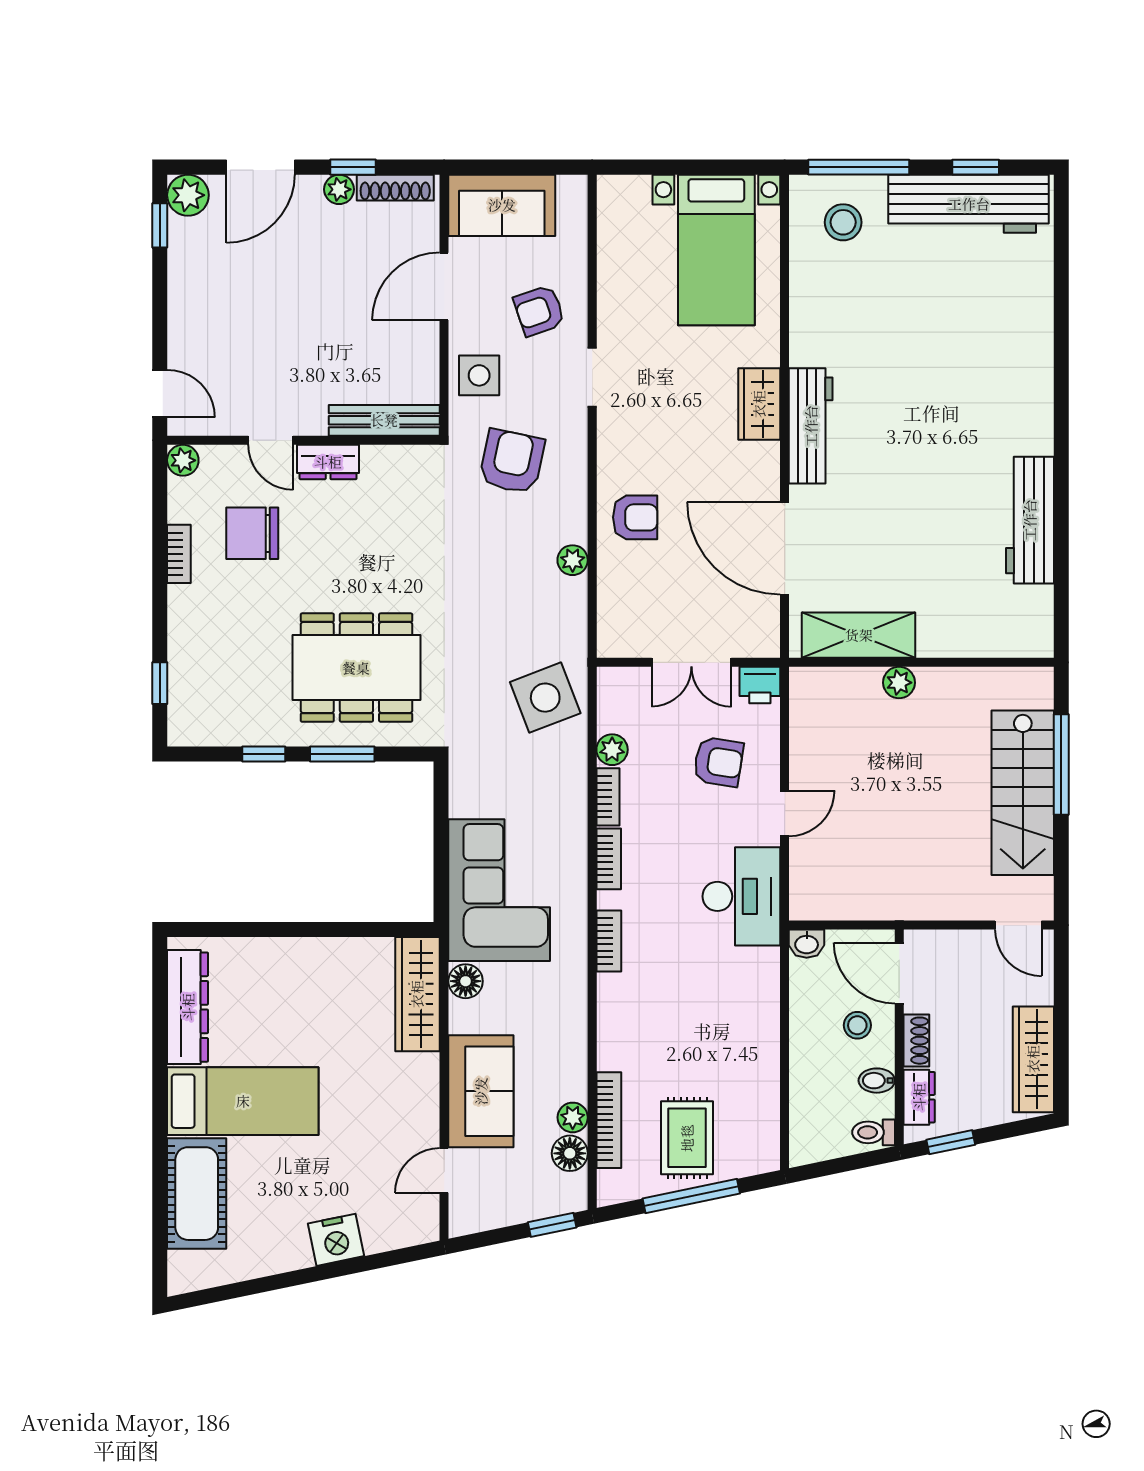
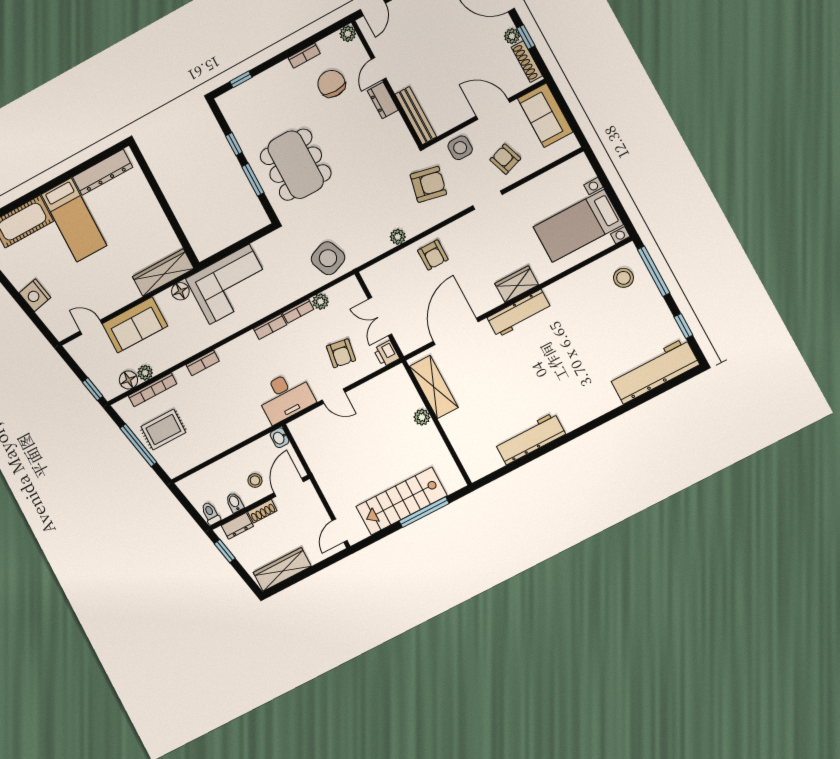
workbench: (969, 204) -> (654, 371), moved, turned 90
bookcase: (609, 941) -> (203, 363), moved

